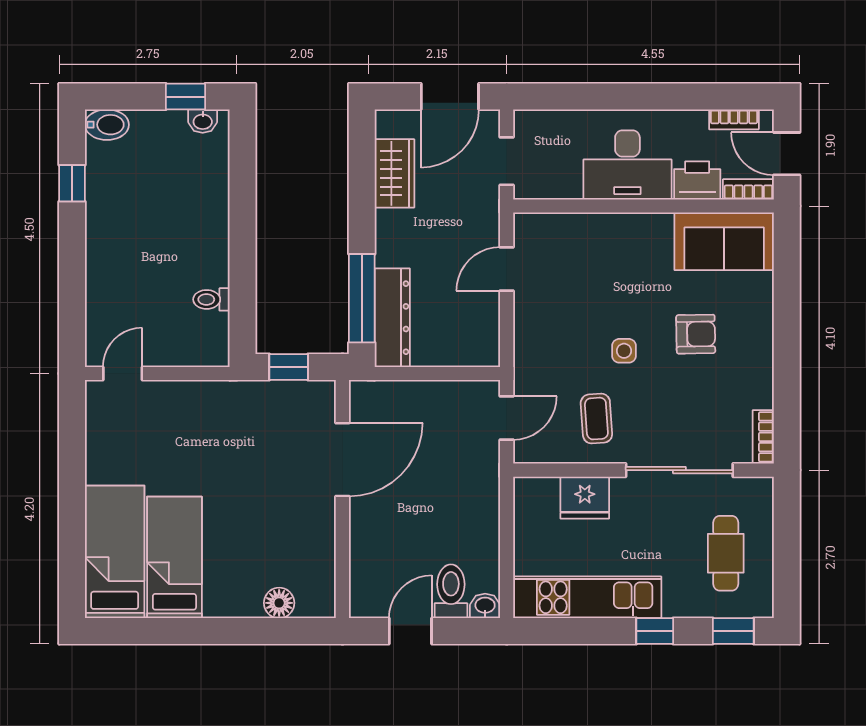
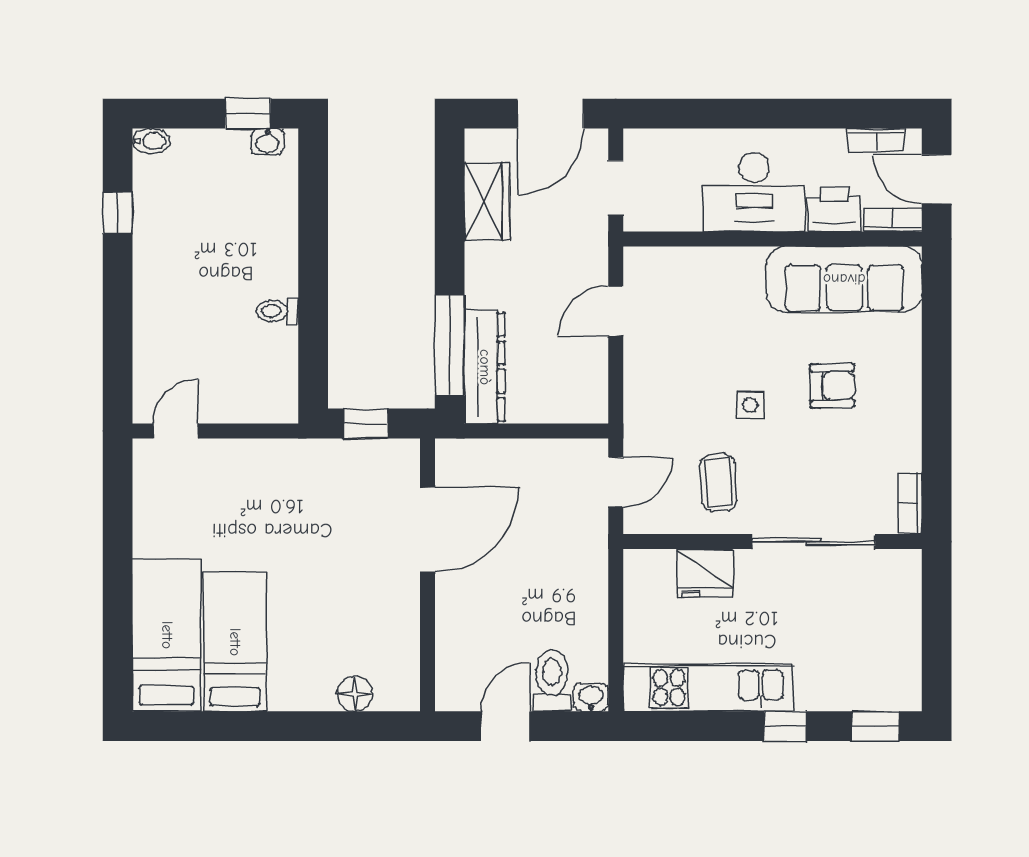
bidet: (107, 125) -> (151, 141), width x0.72, depth x0.74
sofa: (724, 241) -> (844, 279), width x1.36
toilet: (211, 299) -> (277, 311), moved
cafe table: (726, 553) -> (867, 637), removed

